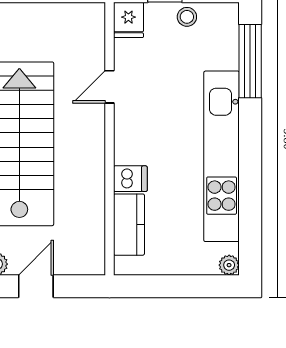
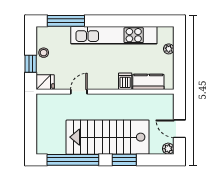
door: (109, 87) -> (79, 92), swing flipped
plant: (229, 265) -> (169, 49), moved

